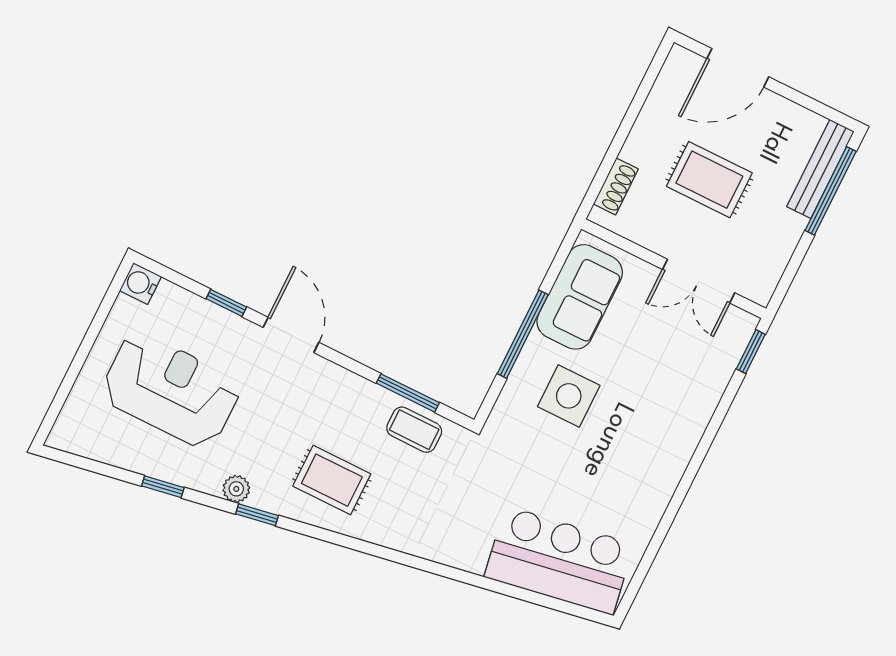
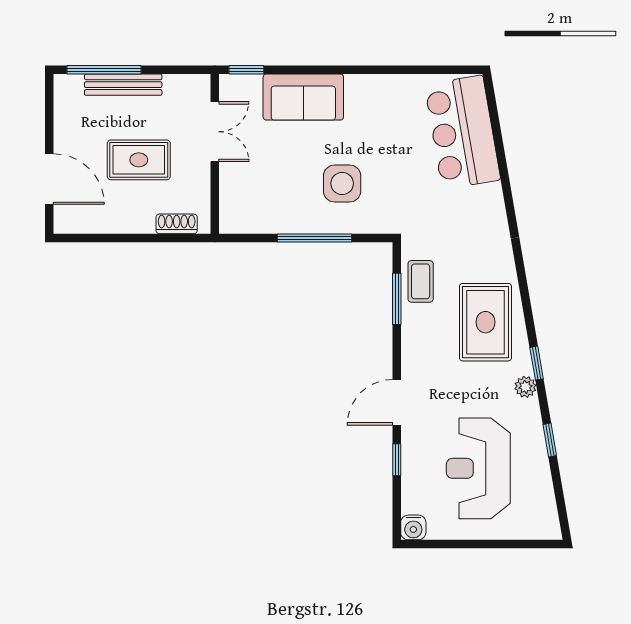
bench: (820, 169) -> (123, 85), moved
rug: (709, 180) -> (139, 160), turned 90
sofa: (580, 297) -> (303, 97), moved, turned 180
rug: (332, 480) -> (485, 322), width x1.36, depth x1.43

